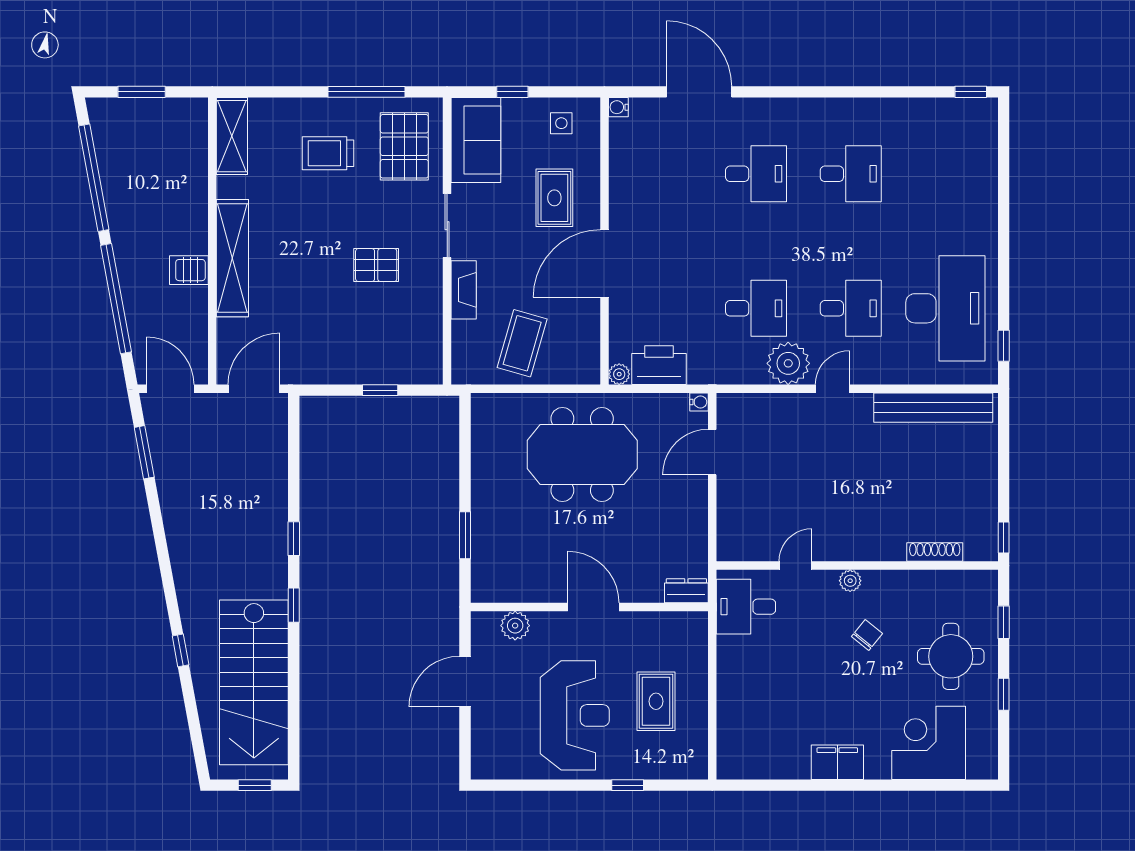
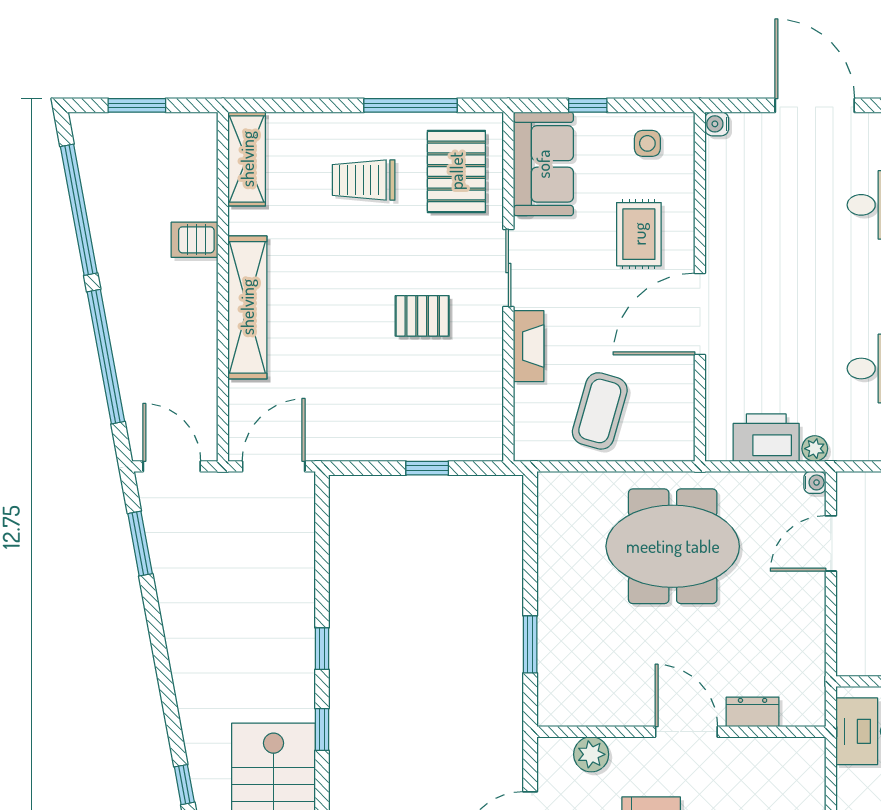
server rack: (189, 270) -> (194, 240), moved
plant: (619, 374) -> (815, 449), moved
dresser: (686, 591) -> (753, 712), moved

